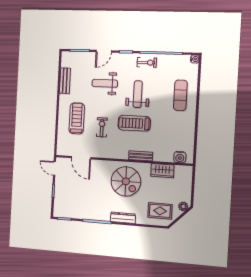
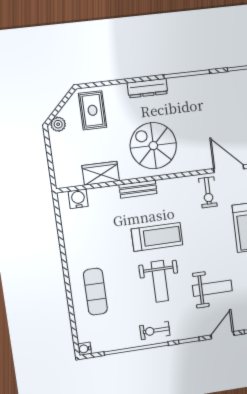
exercise bike: (102, 127) -> (208, 192), moved
rug: (160, 211) -> (93, 110), turned 90

